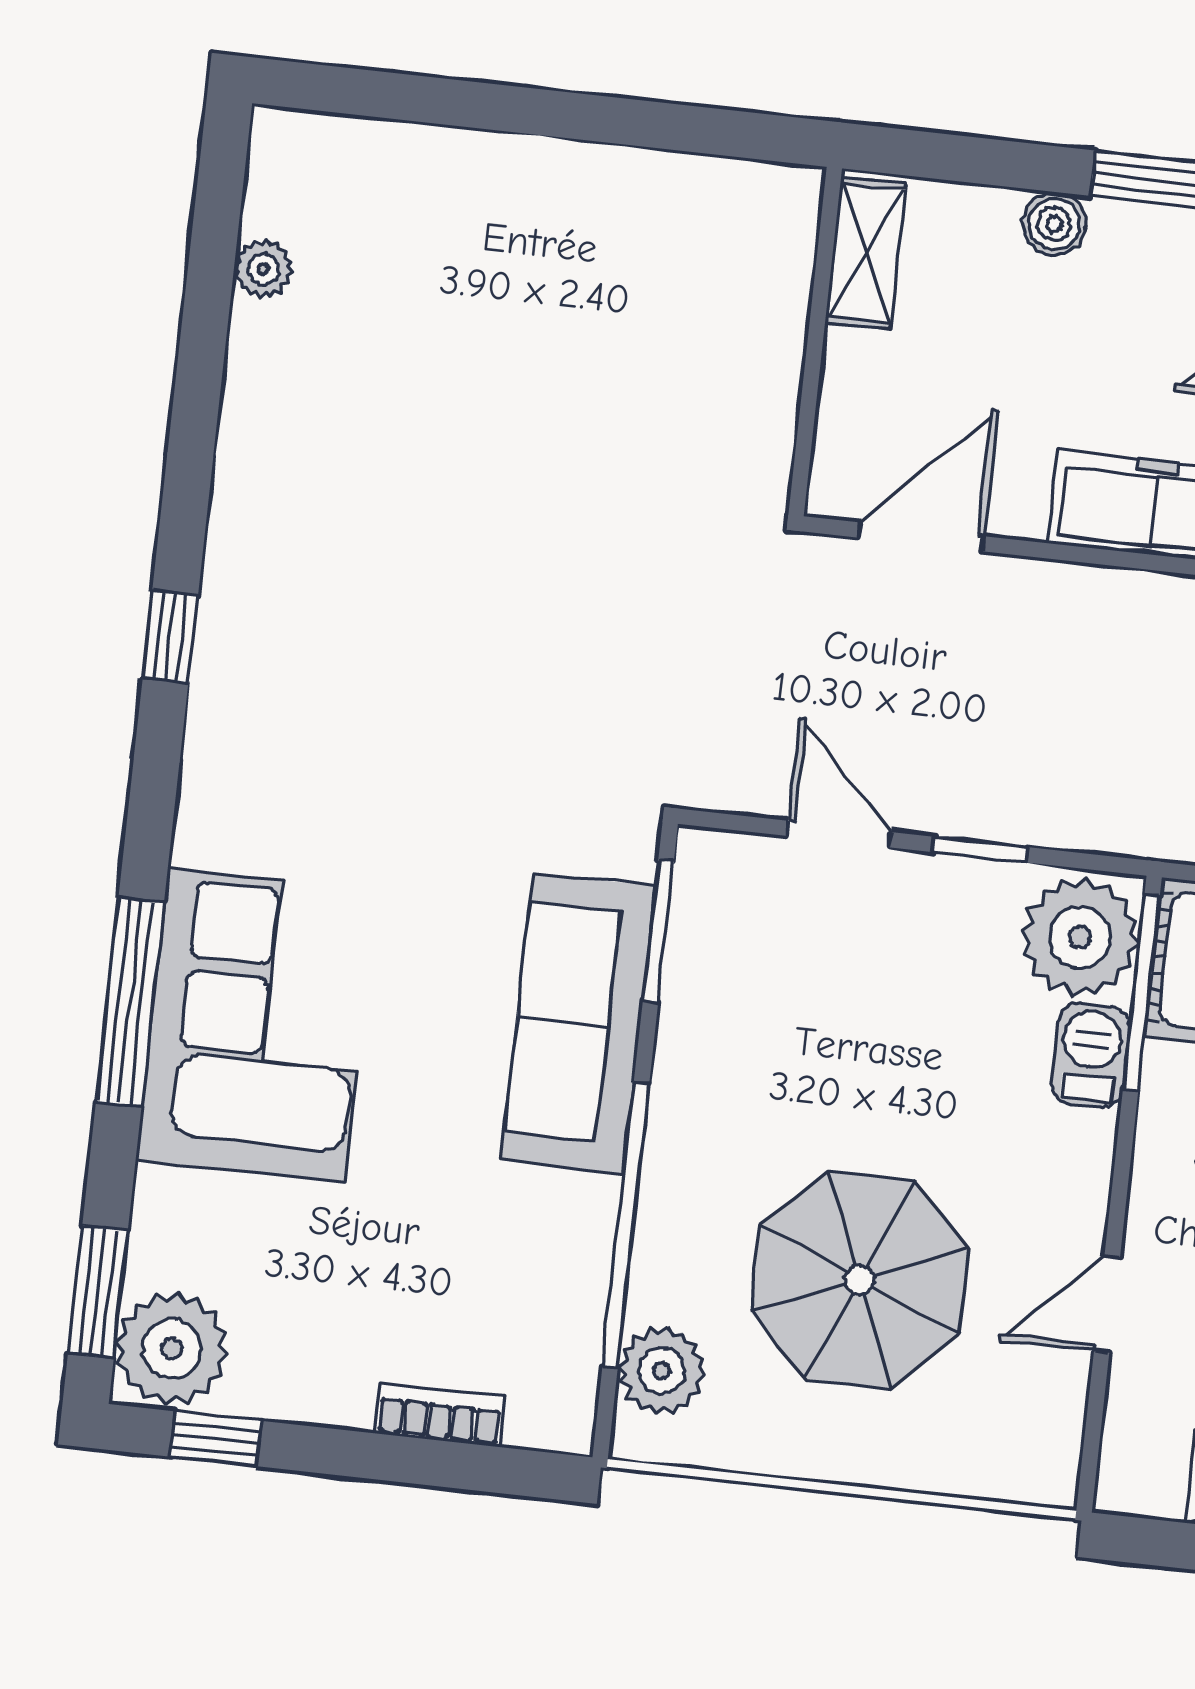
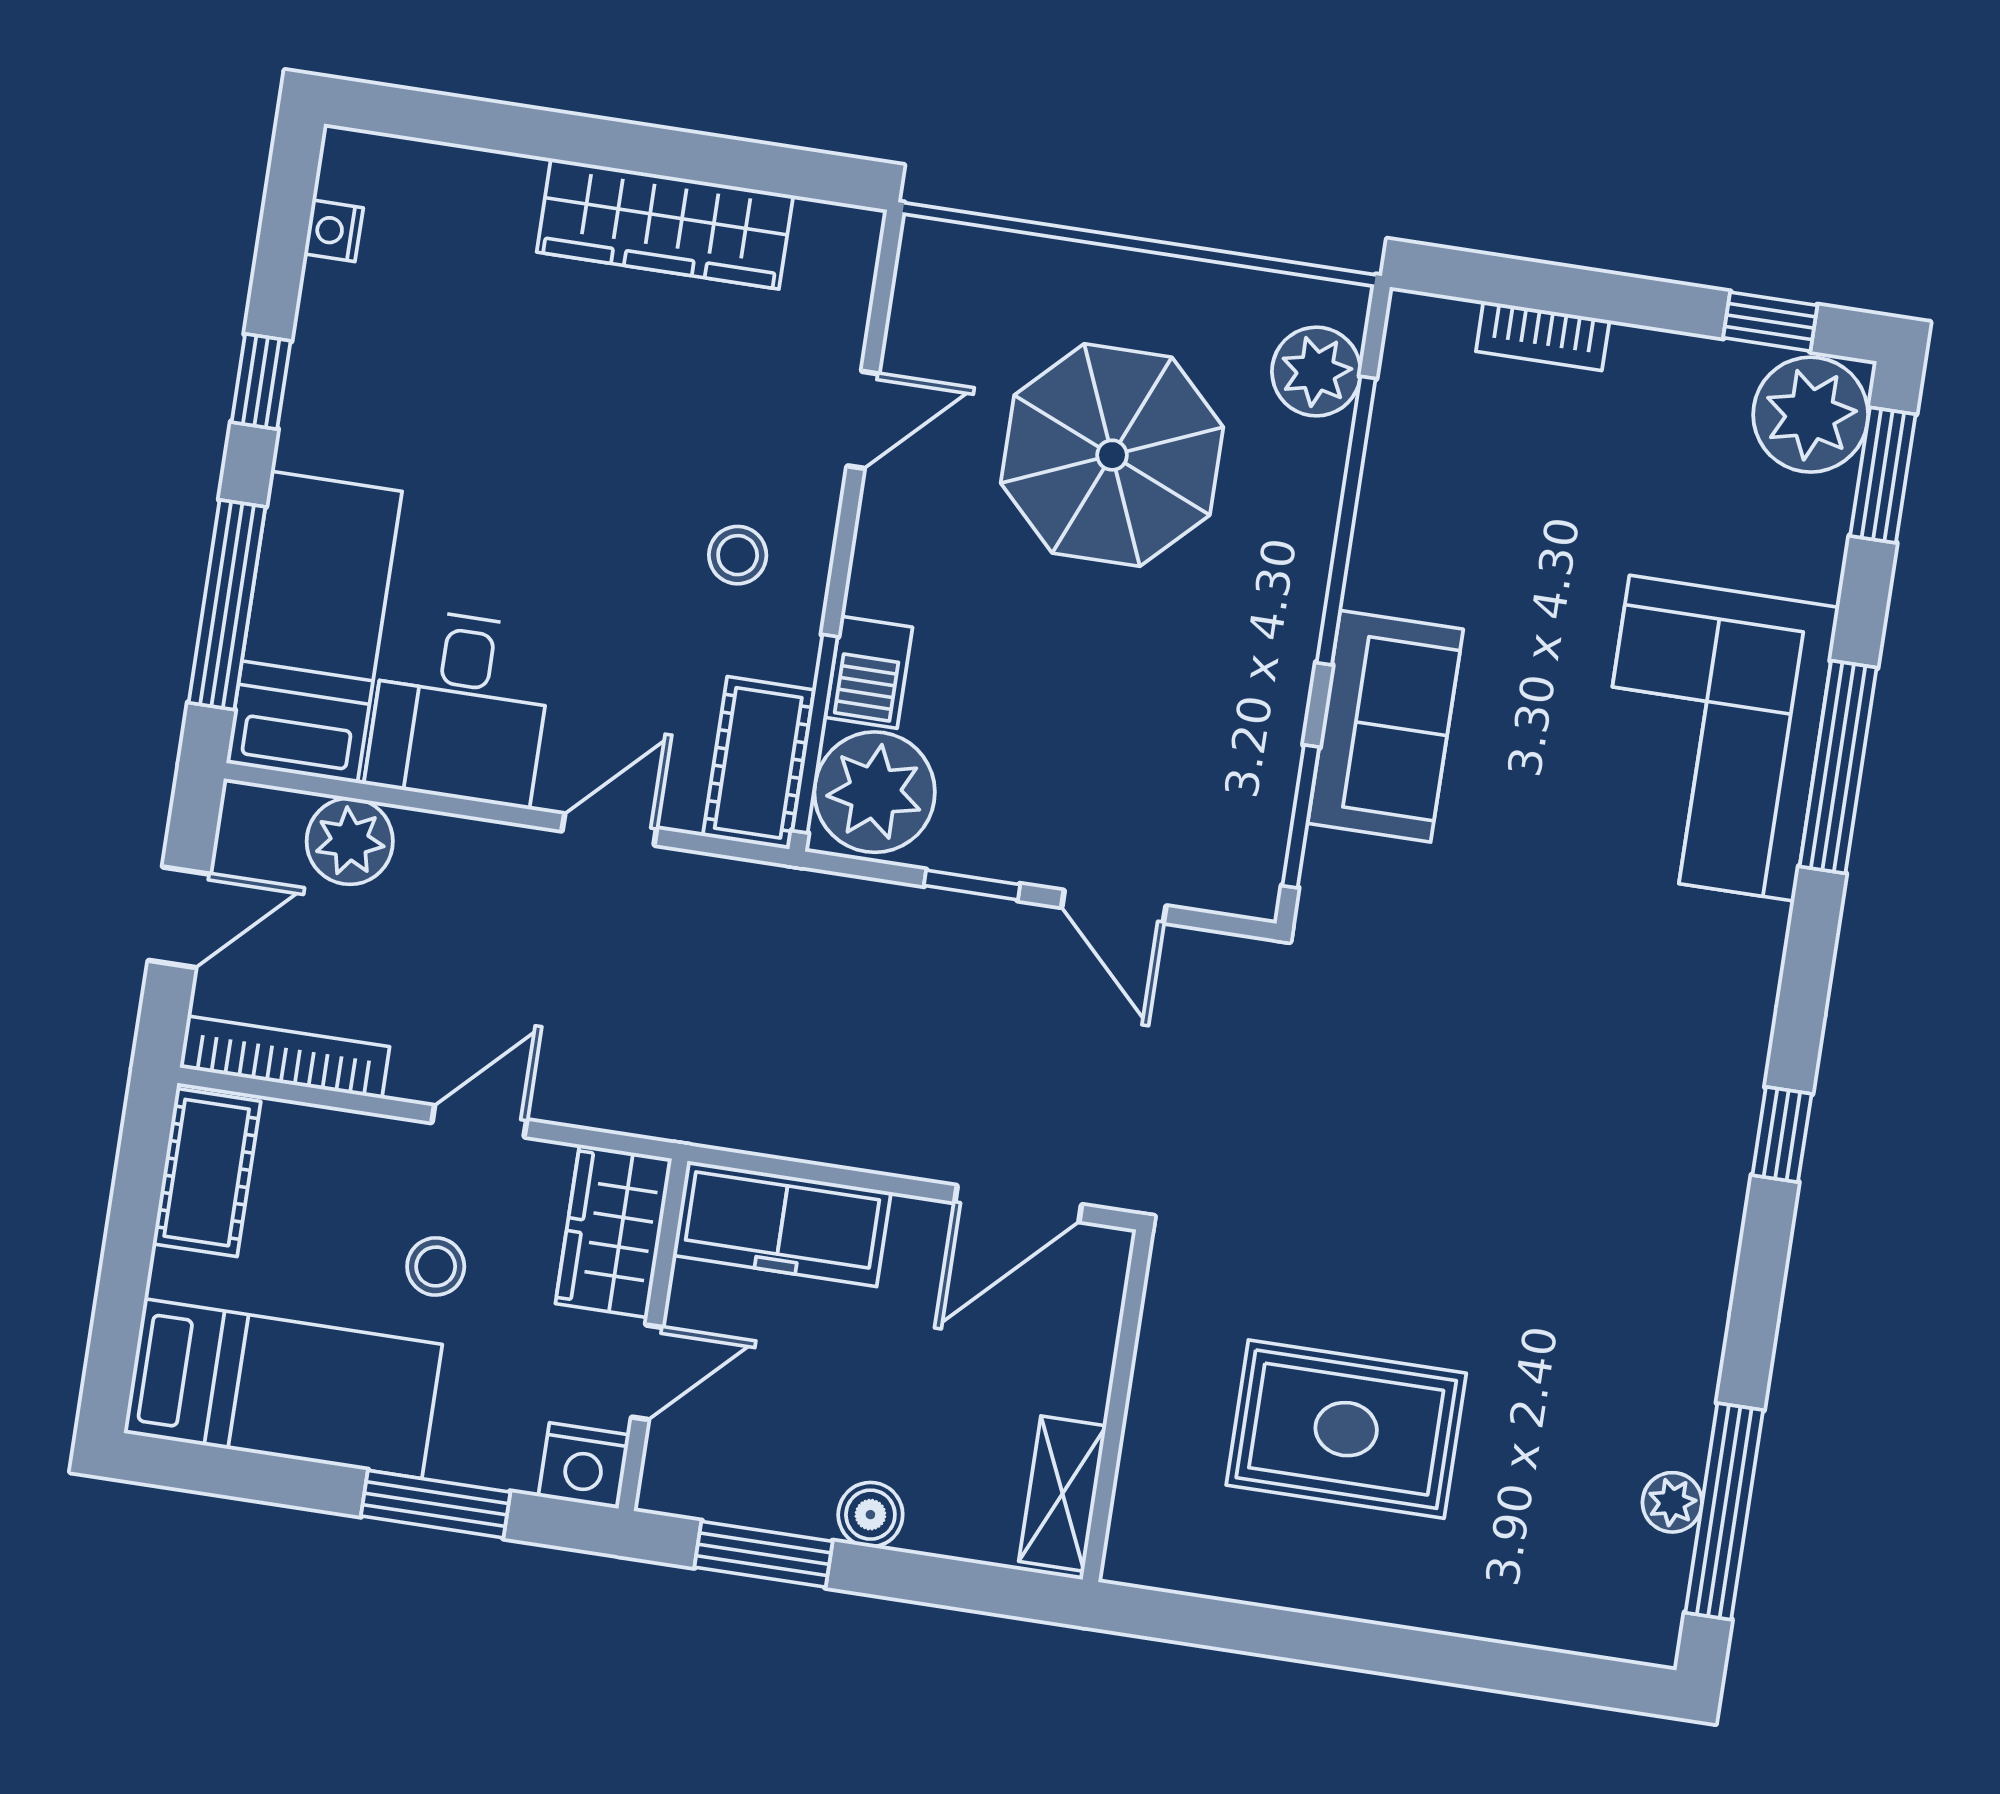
window: (212, 262) -> (1724, 1511), added
rug: (588, 328) -> (1346, 1429), added
sofa: (579, 1023) -> (1385, 726), width x0.73

